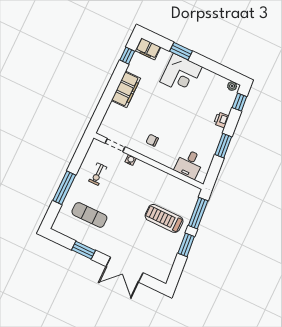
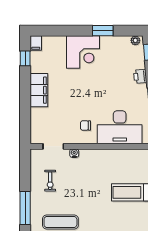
filing cabinet: (148, 49) -> (36, 43), width x0.50
window: (181, 51) -> (103, 31), moved
desk: (189, 164) -> (120, 127), width x1.87, depth x1.30

